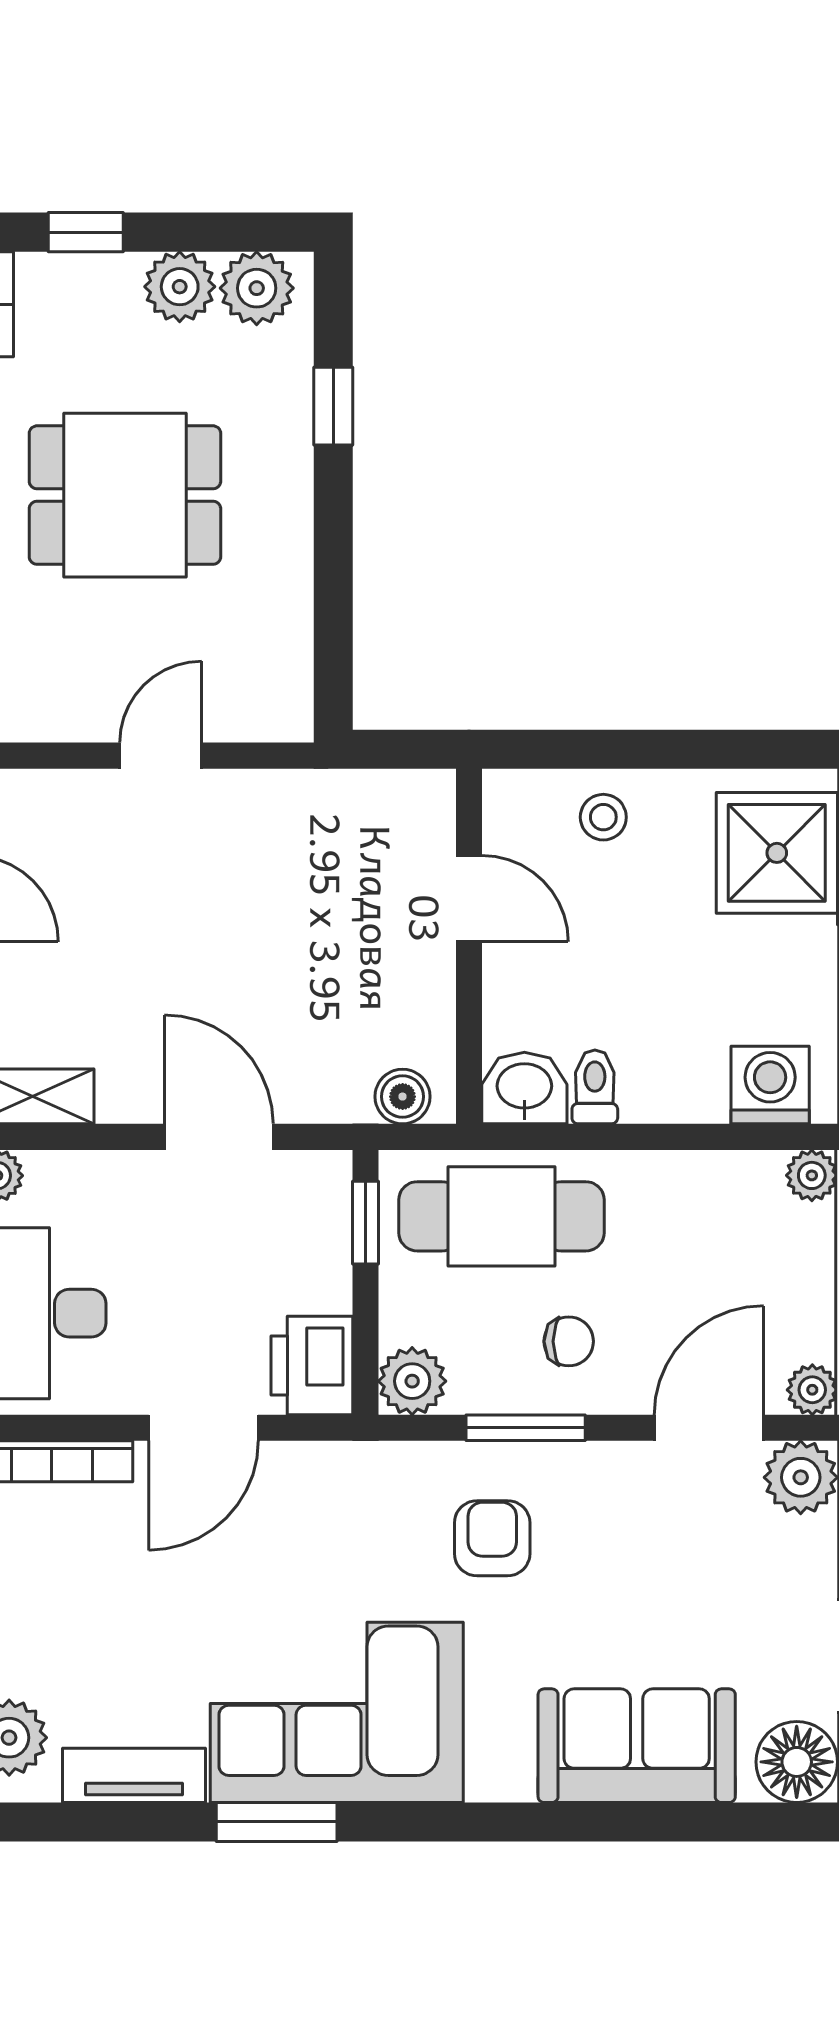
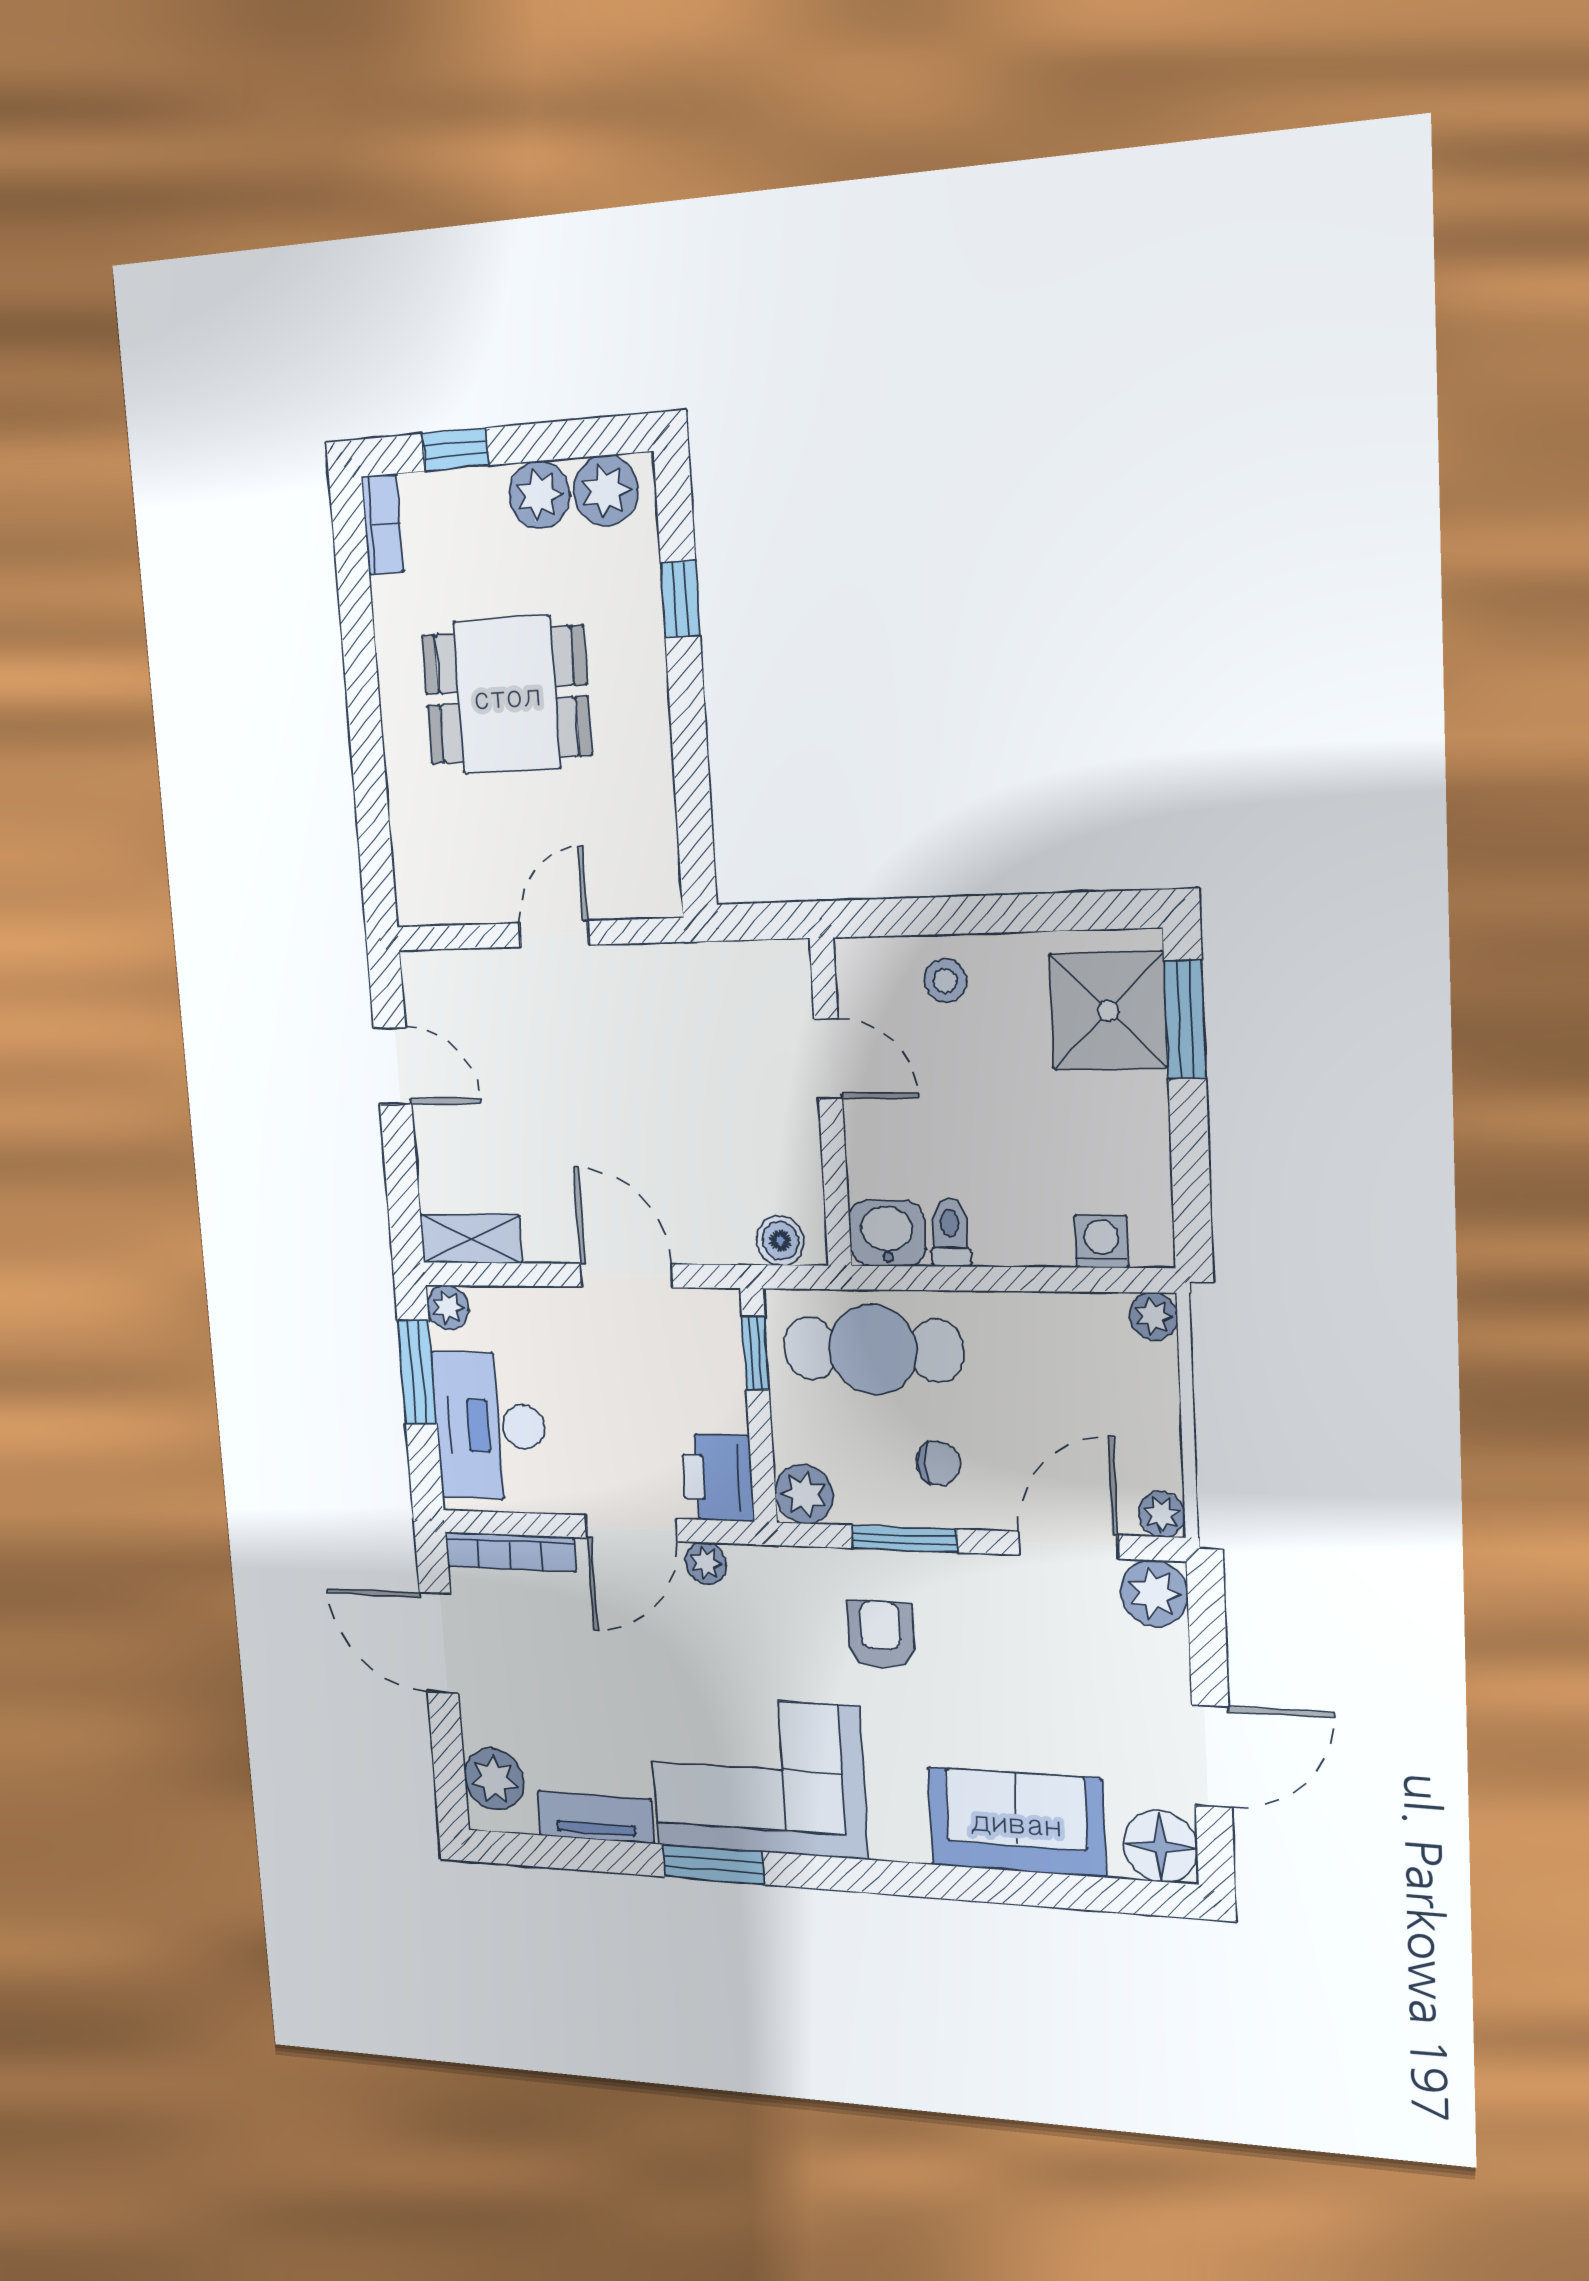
washing machine: (770, 1085) -> (1101, 1241), width x0.73, depth x0.73
plant: (291, 1465) -> (706, 1563), added

